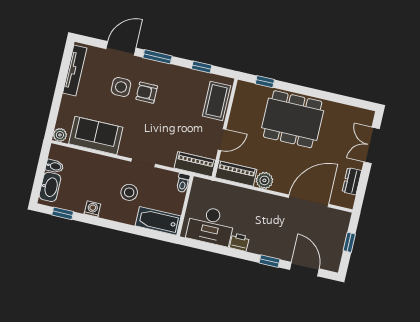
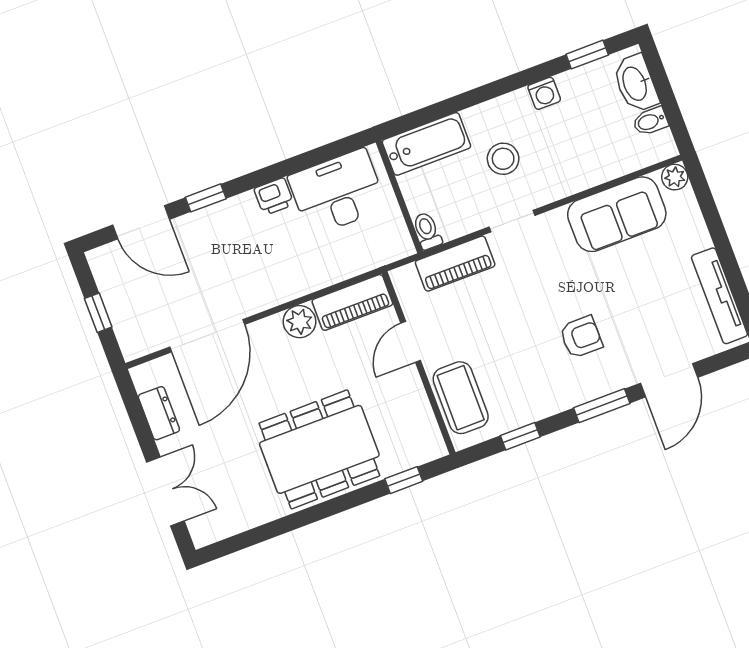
side table: (121, 87) -> (628, 319), removed
piano: (195, 164) -> (455, 264), moved

